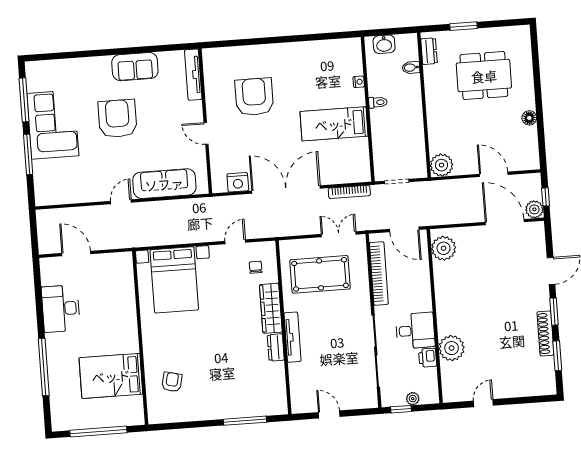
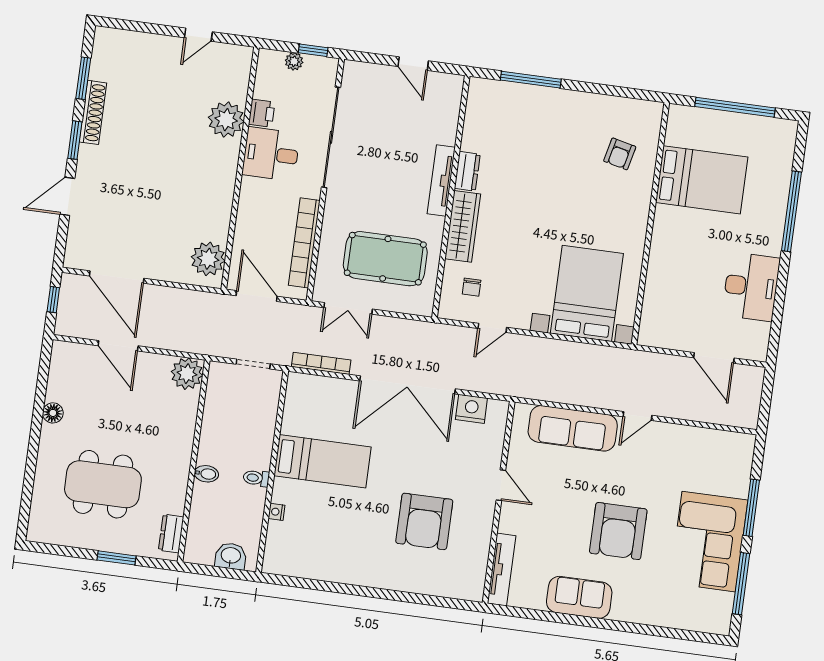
bidet: (411, 68) -> (206, 474), moved
plant: (534, 209) -> (72, 286), removed

